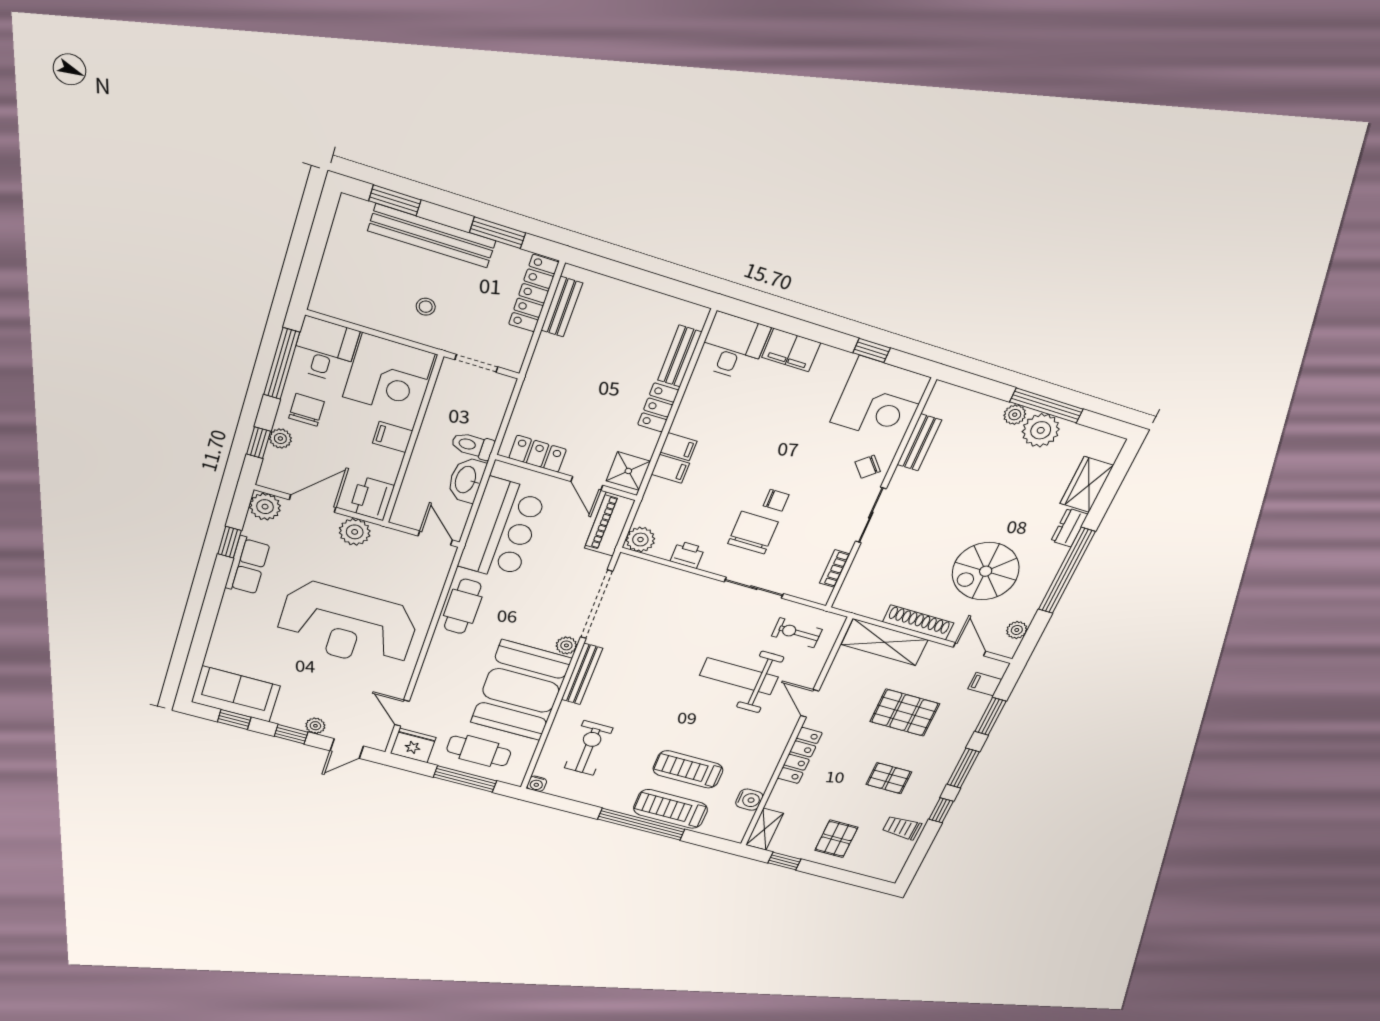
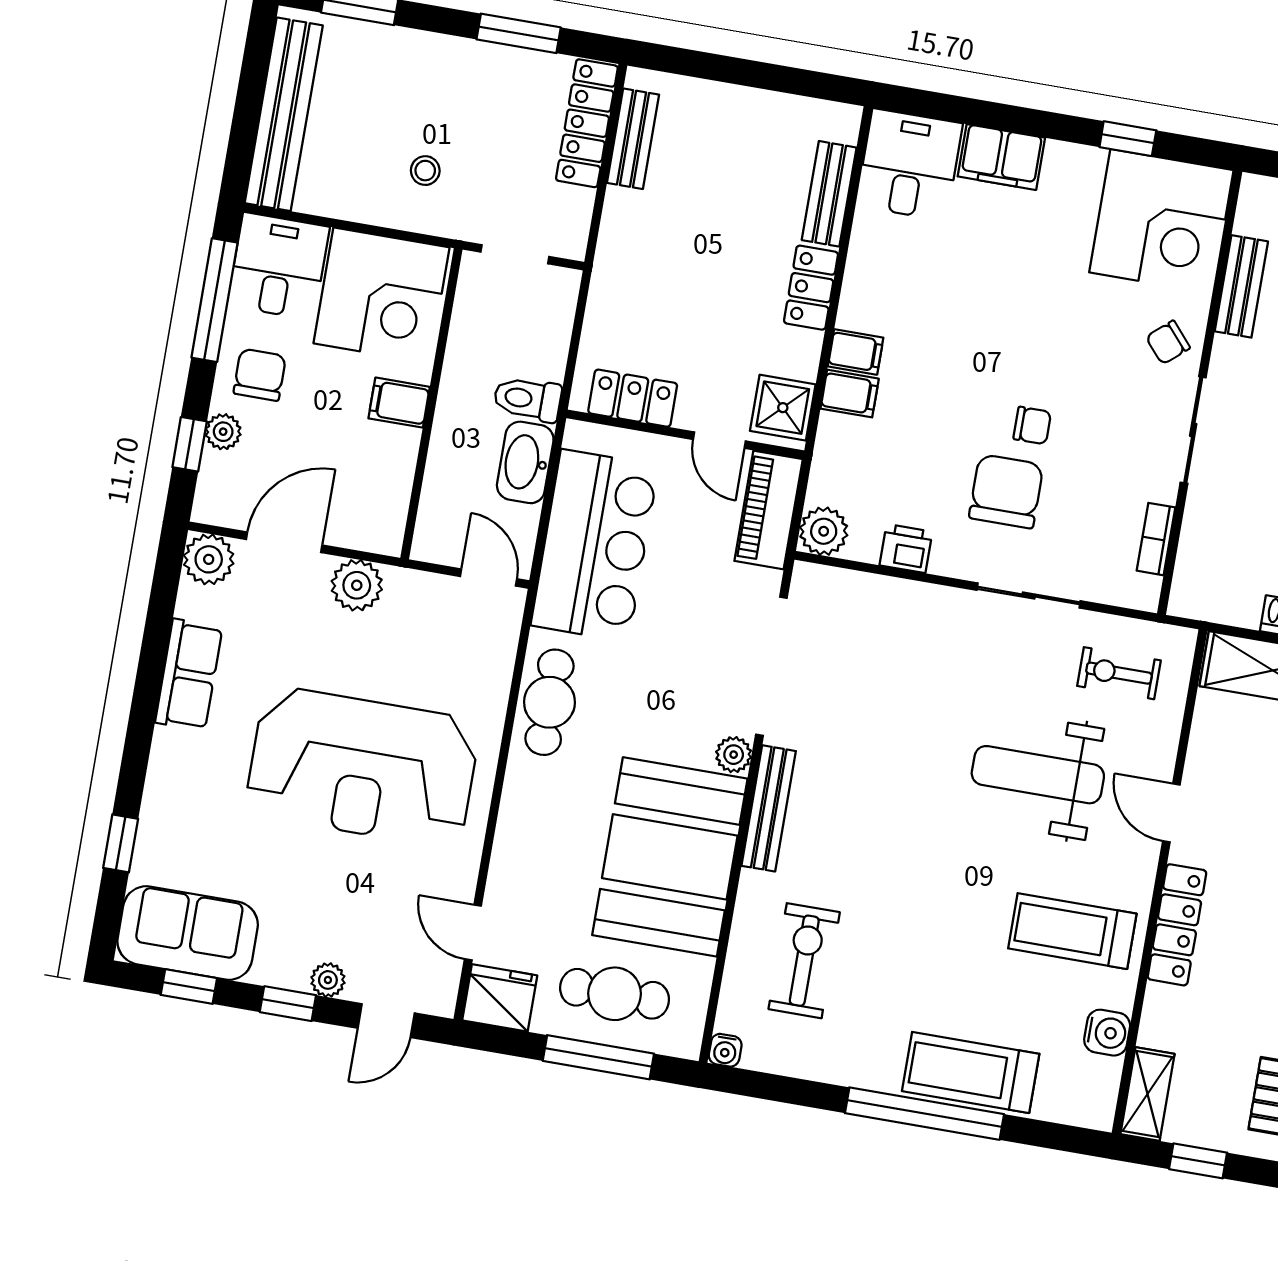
bench: (432, 236) -> (284, 114), moved, turned 90
printer: (372, 498) -> (378, 519), removed
window: (230, 542) -> (121, 843), moved
treadmill: (688, 769) -> (1072, 931), moved

